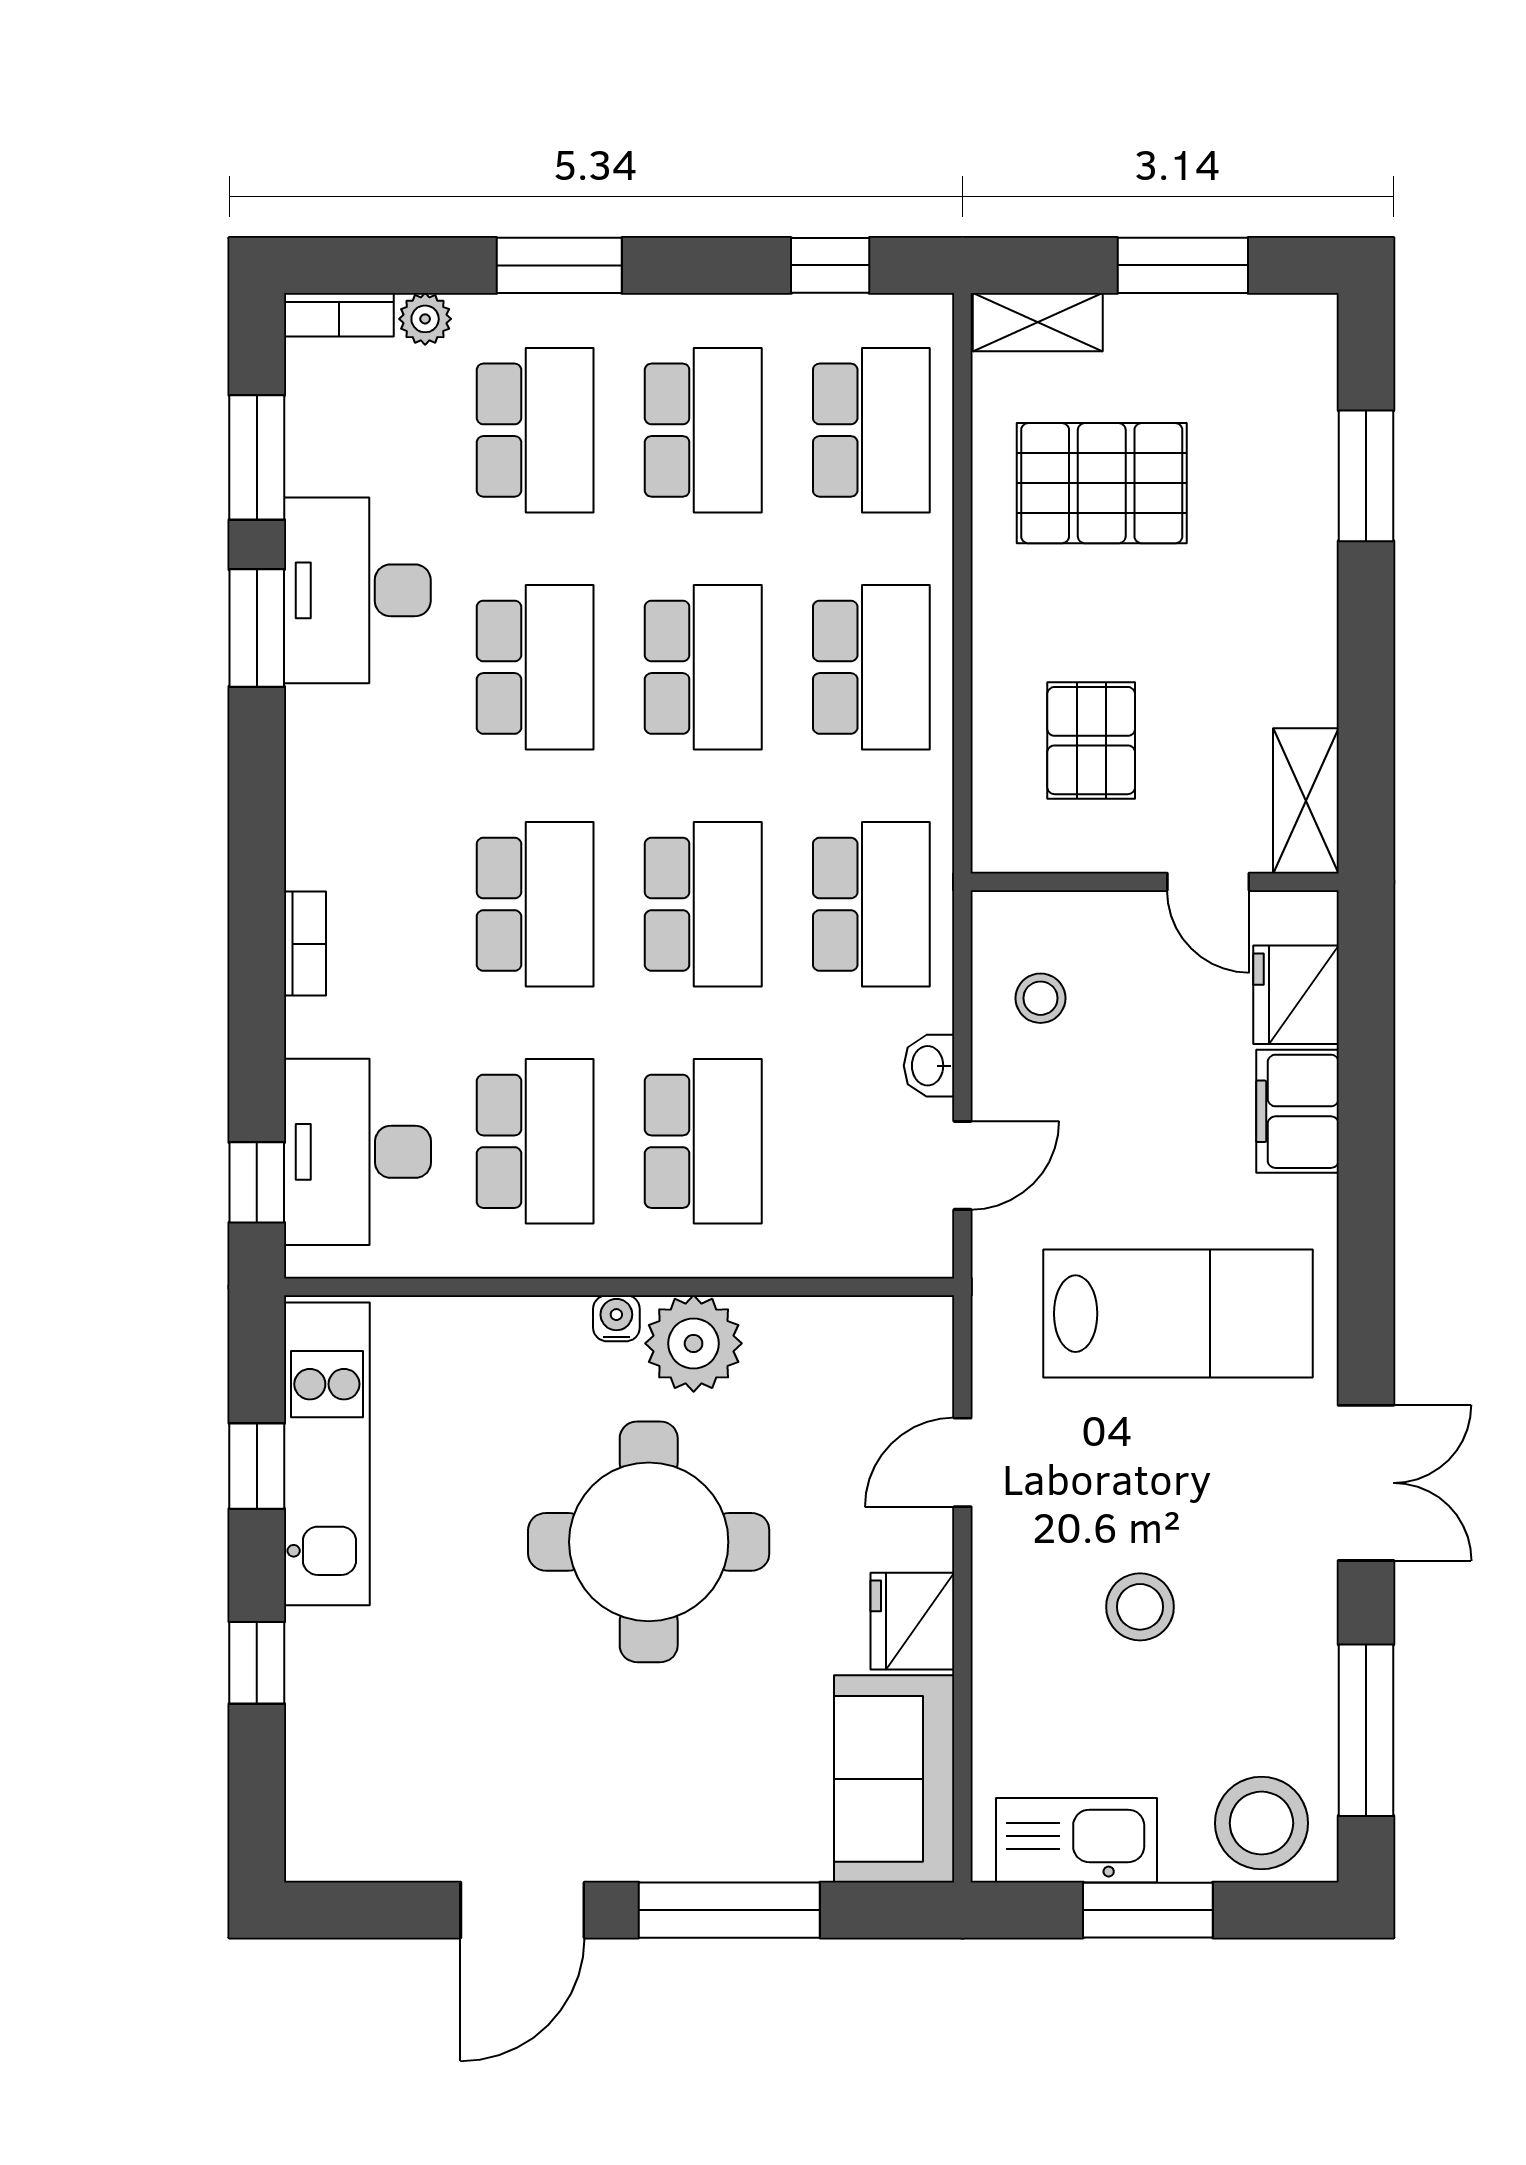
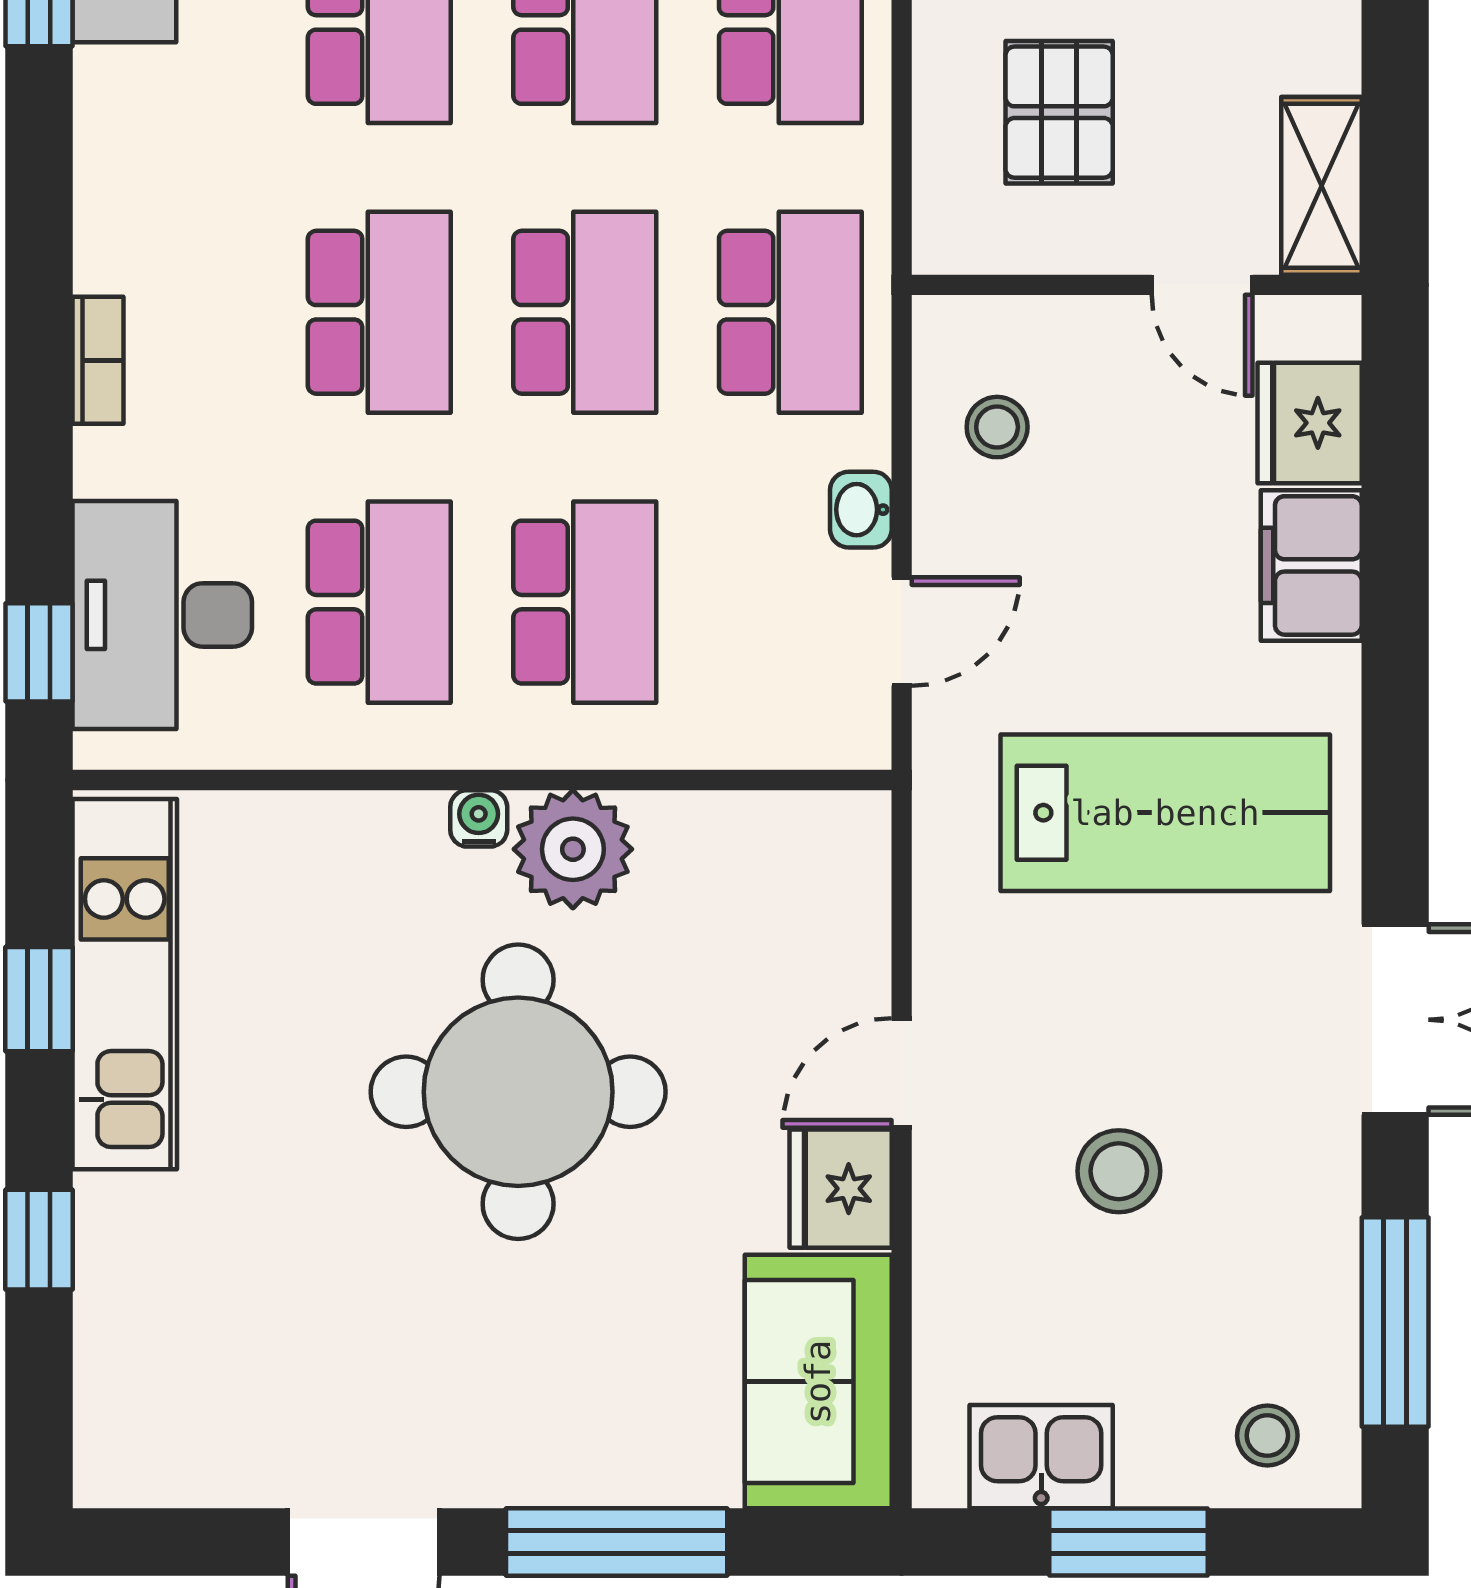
door: (962, 1462) -> (902, 1073), moved
stool: (1261, 1823) -> (1267, 1436), width x0.53, depth x0.53
kitchen sink: (1077, 1840) -> (1041, 1457), width x0.73

